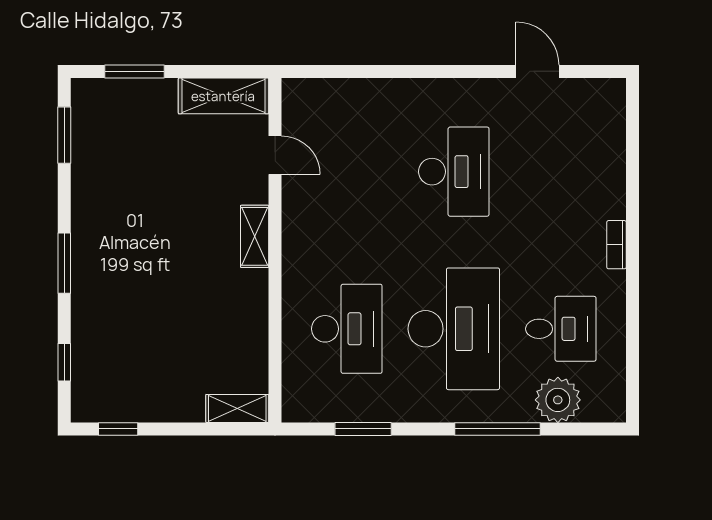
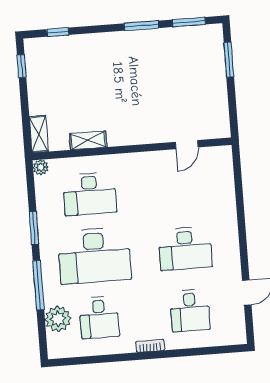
shelving: (223, 96) -> (219, 112), removed
desk: (561, 172) -> (190, 310), added
shelving: (255, 236) -> (88, 140), moved
window: (64, 263) -> (142, 26), moved
plant: (295, 409) -> (41, 167), added
window: (363, 429) -> (34, 228), moved

